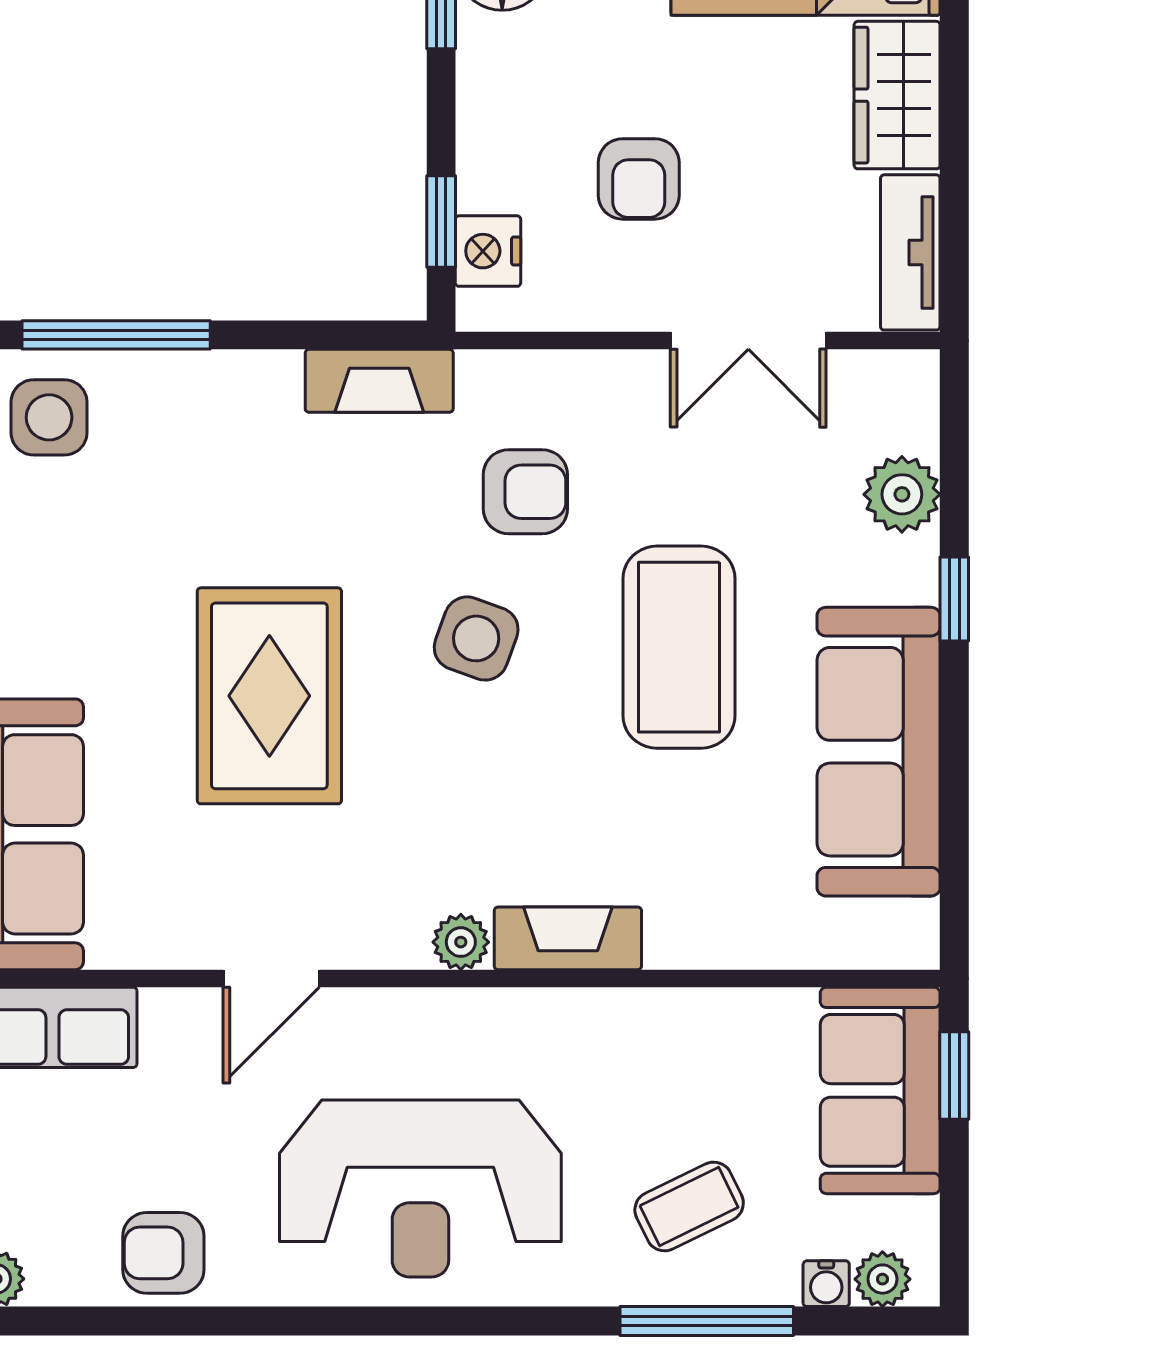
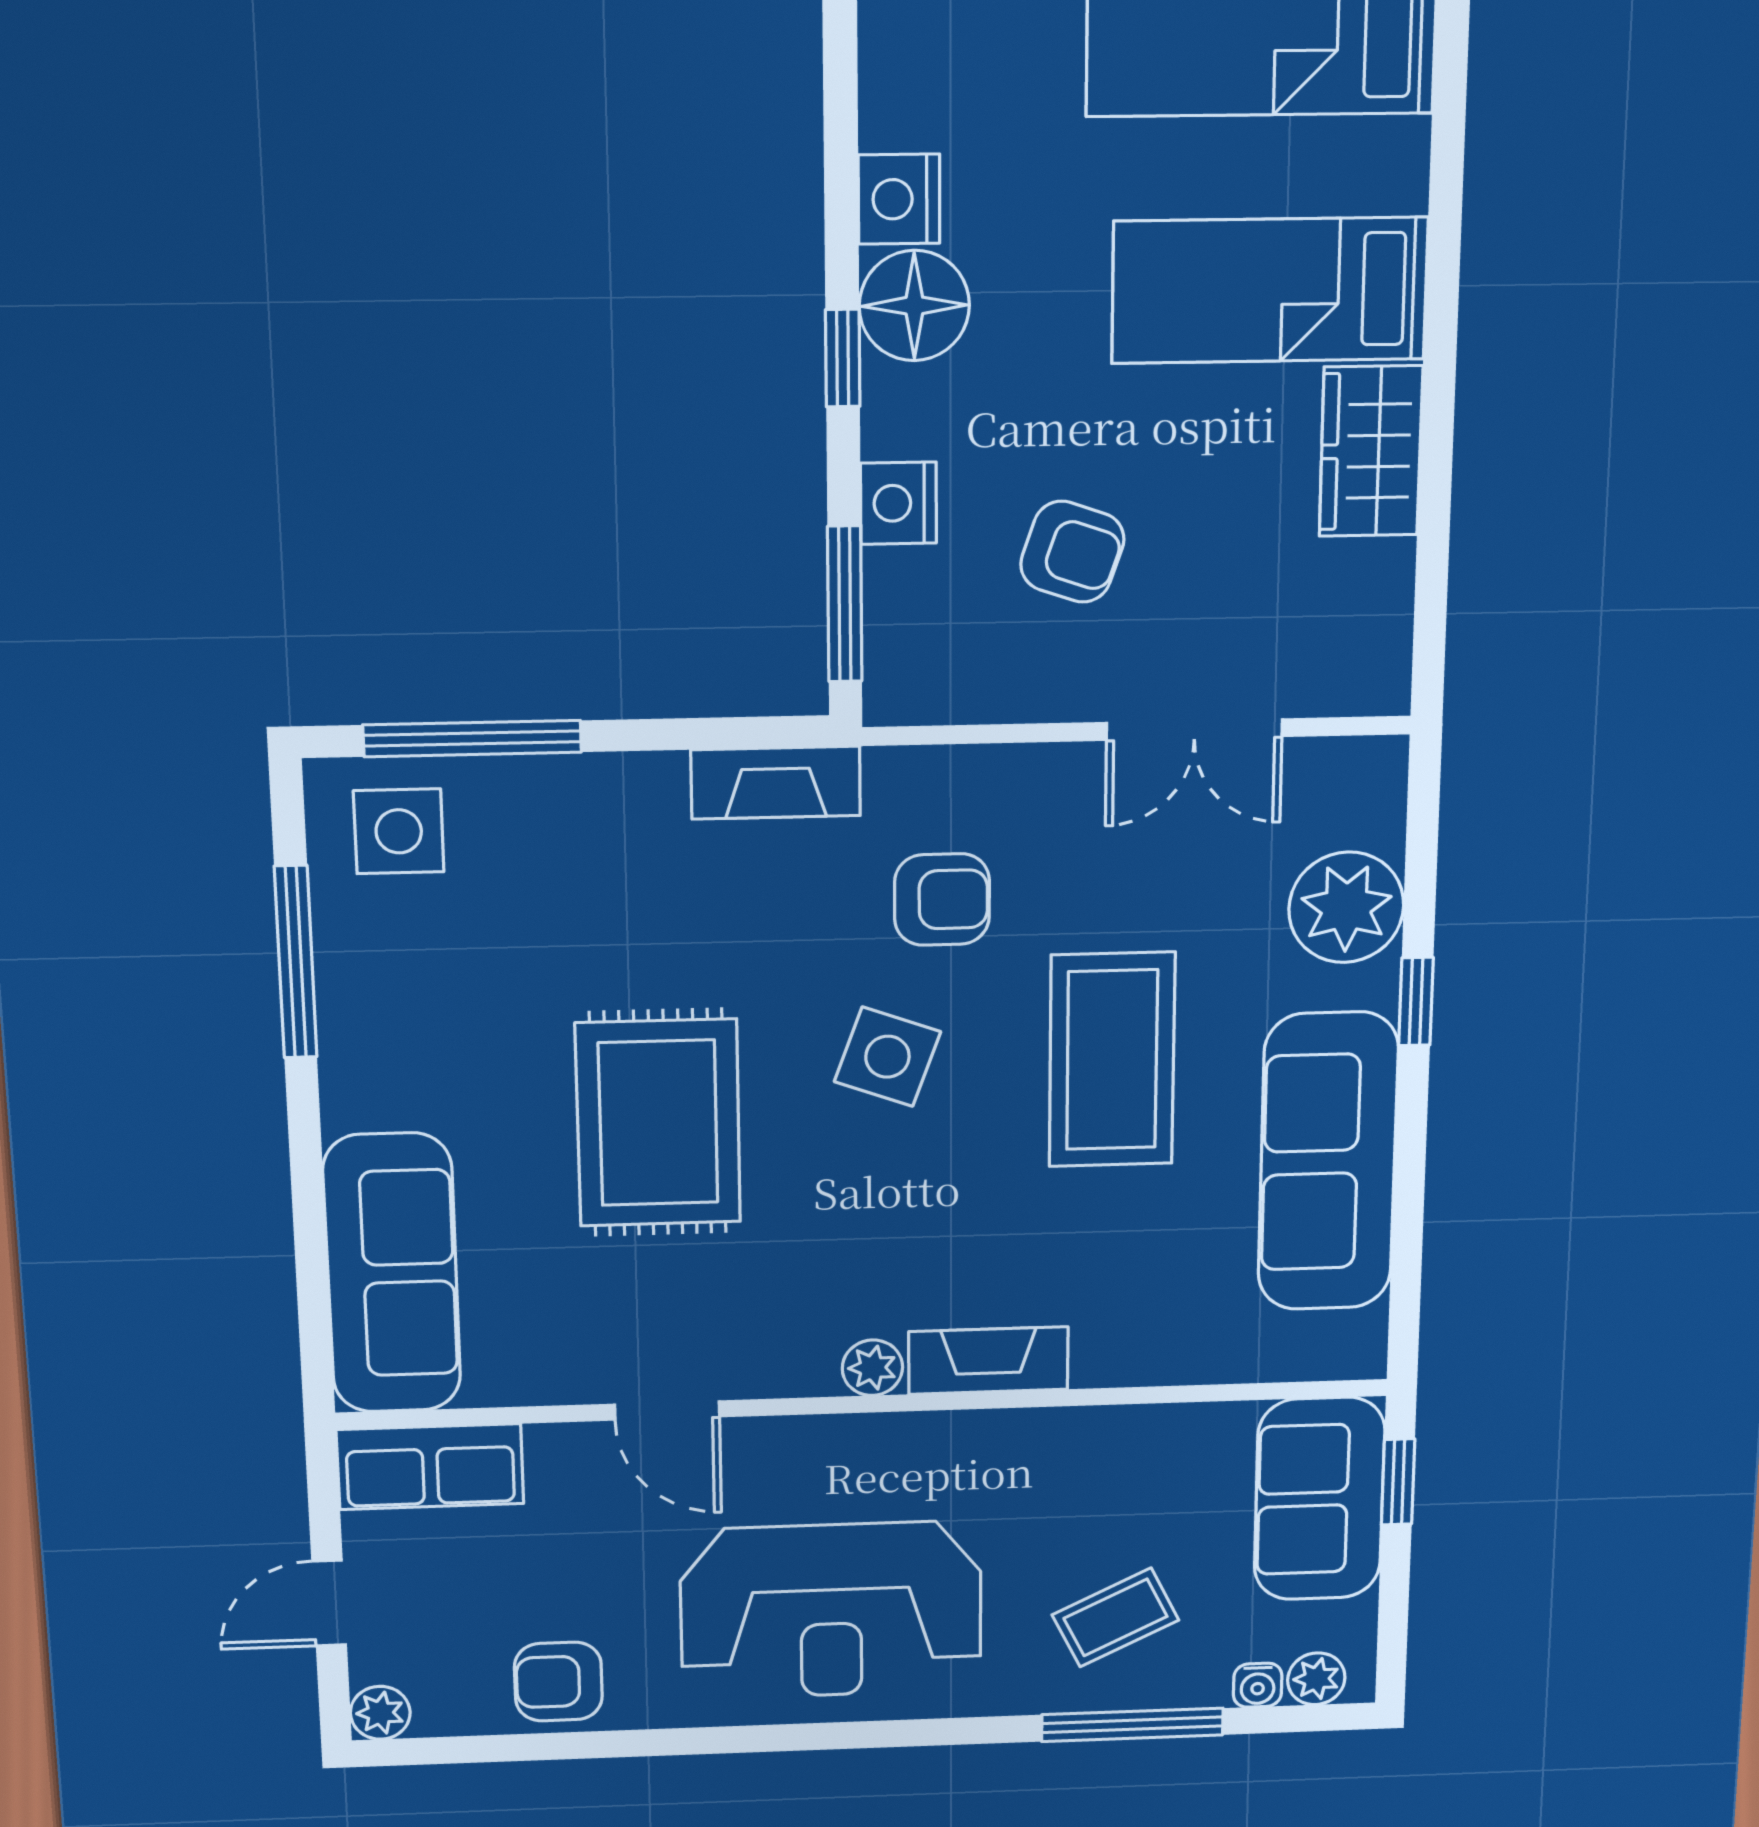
armchair: (639, 179) -> (1072, 552), turned -71
window: (441, 221) -> (845, 604), width x1.50
nightstand: (488, 251) -> (898, 503), moved
tv unit: (910, 252) -> (1380, 628), removed
plant: (902, 494) -> (1346, 907), width x1.36, depth x1.36
door: (271, 978) -> (667, 1411), hinge flipped

